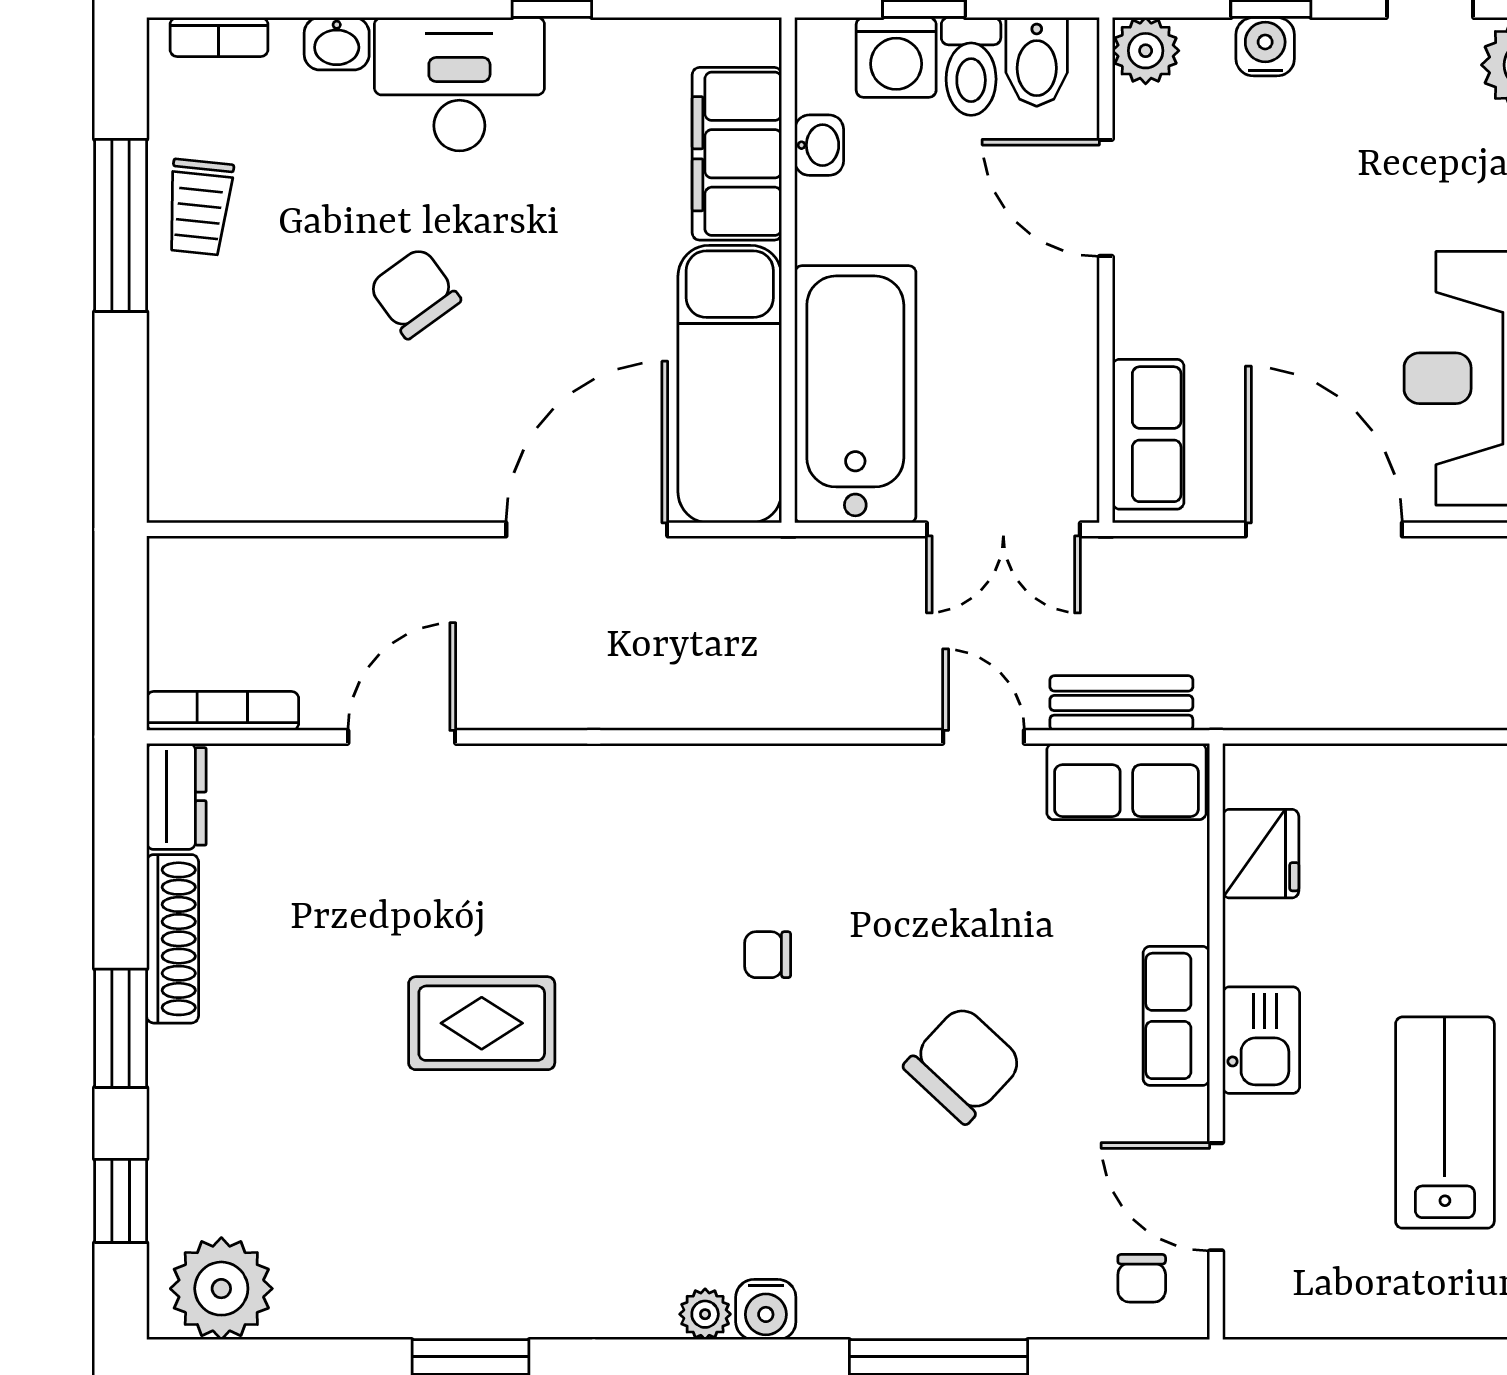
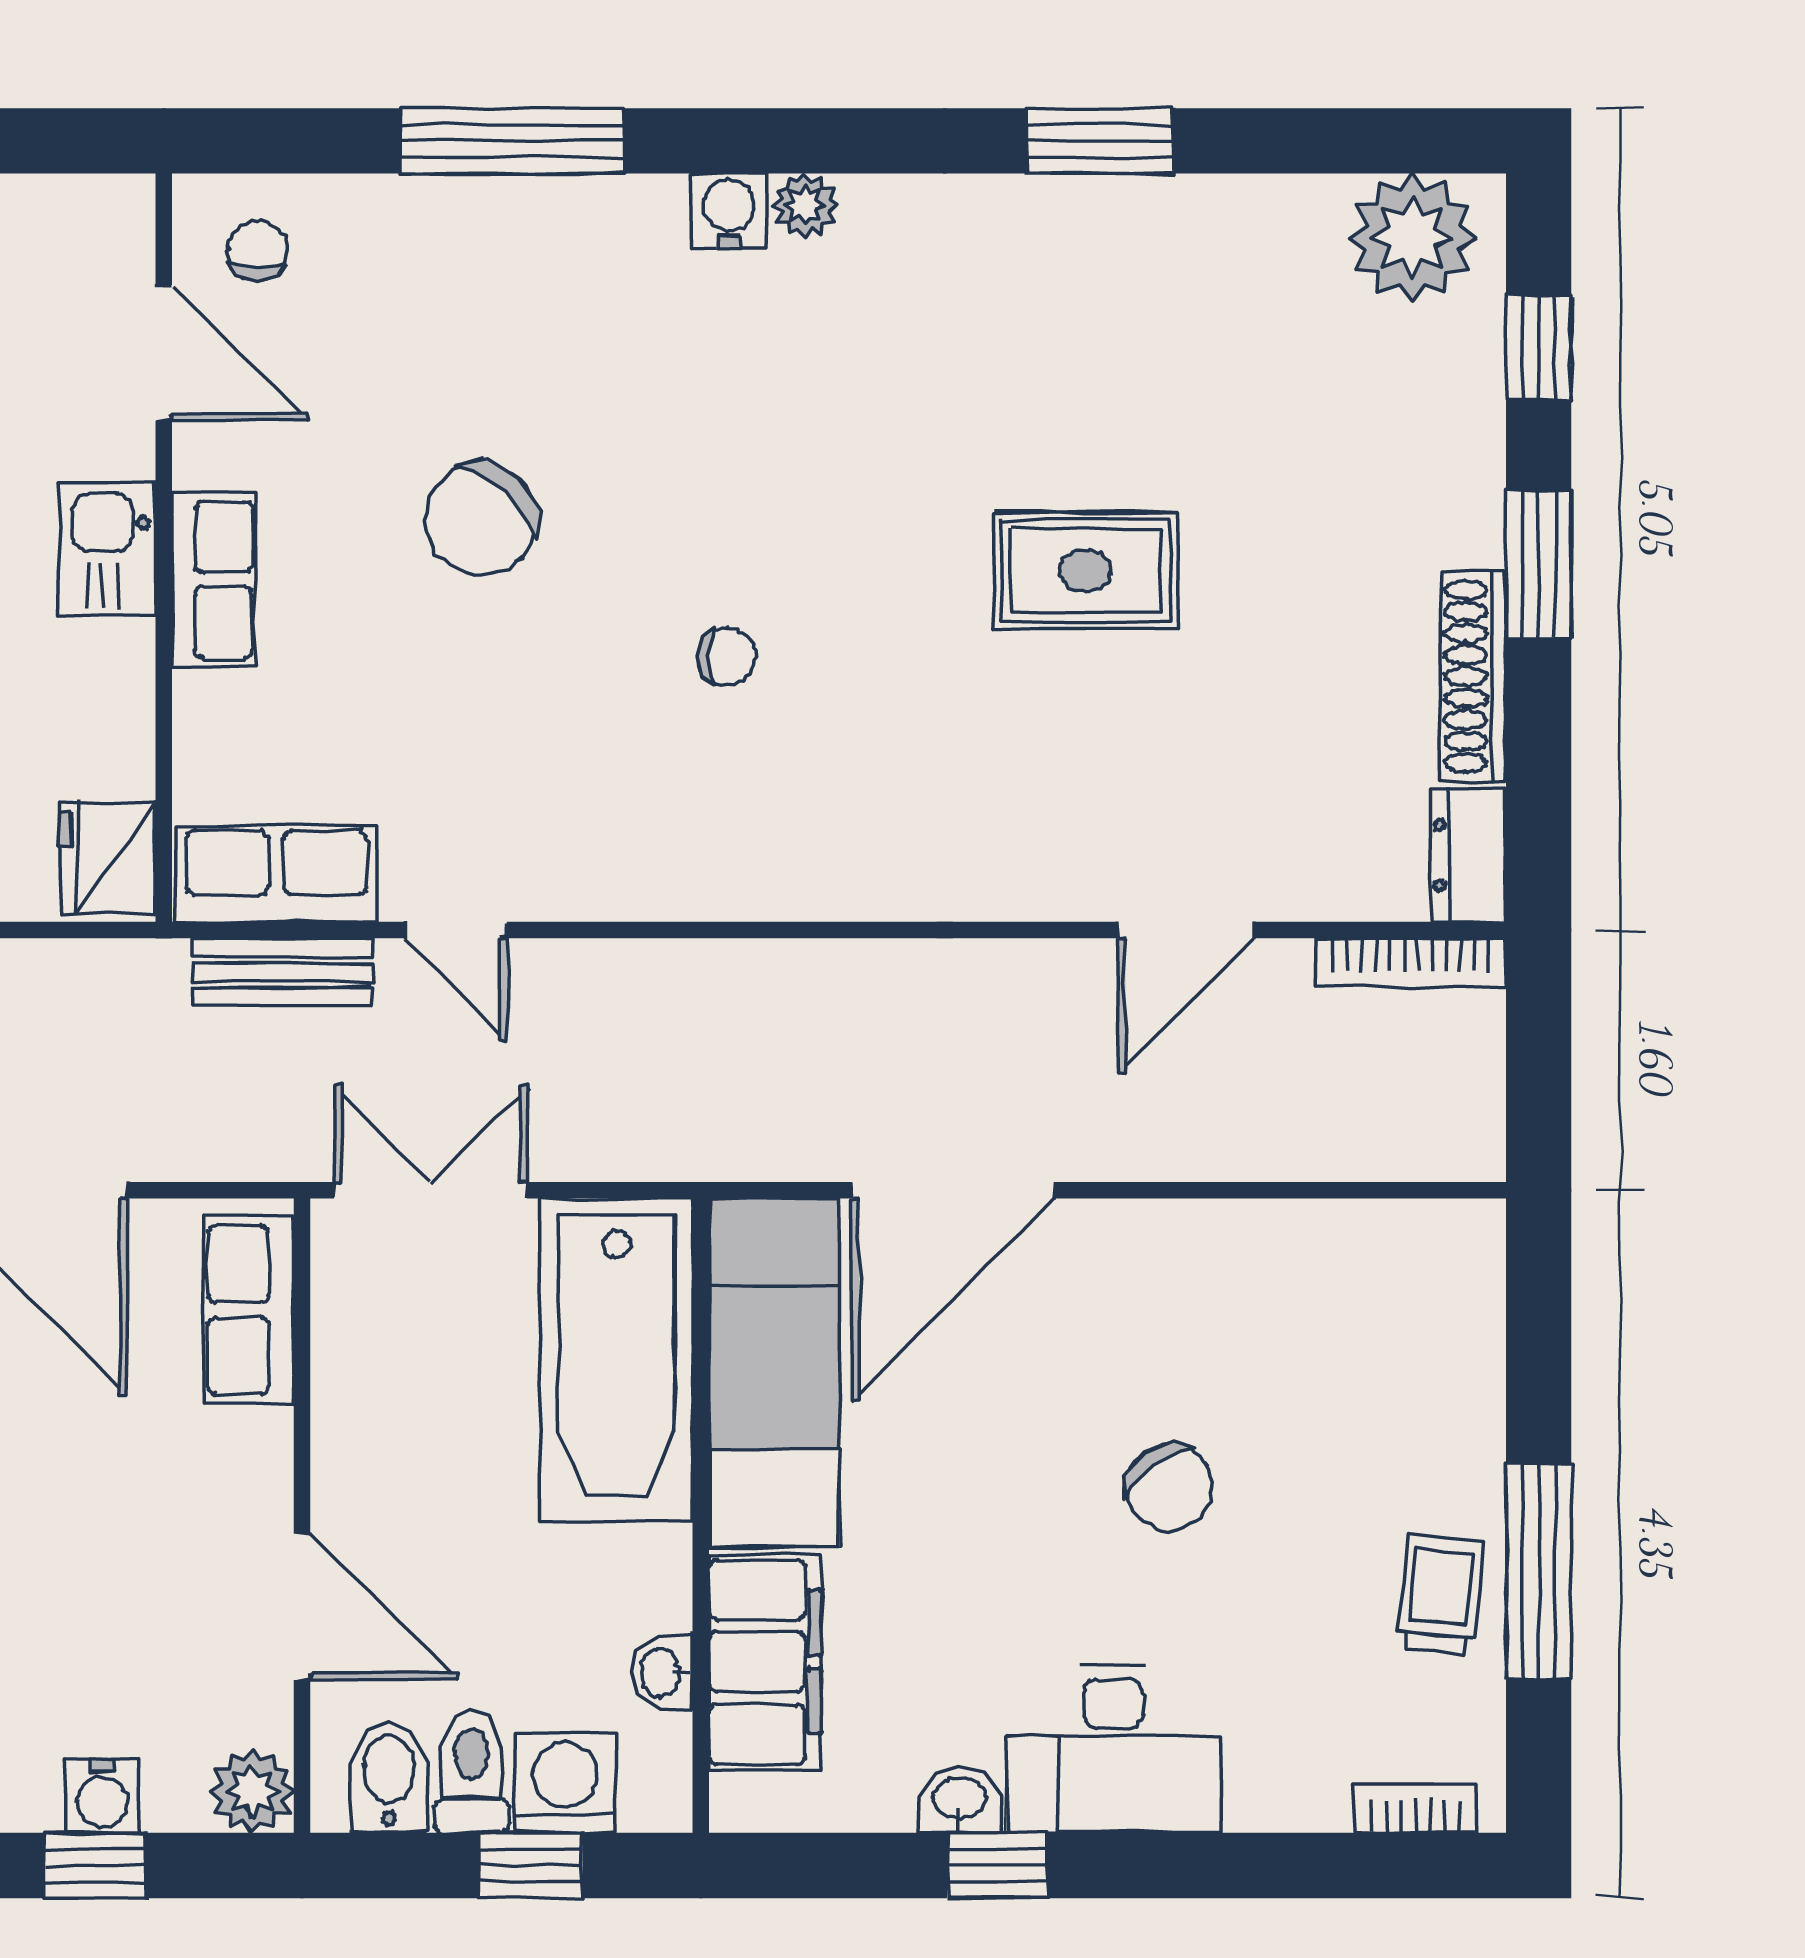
washbasin: (337, 44) -> (959, 1800), moved
fridge: (1261, 854) -> (108, 858), moved

